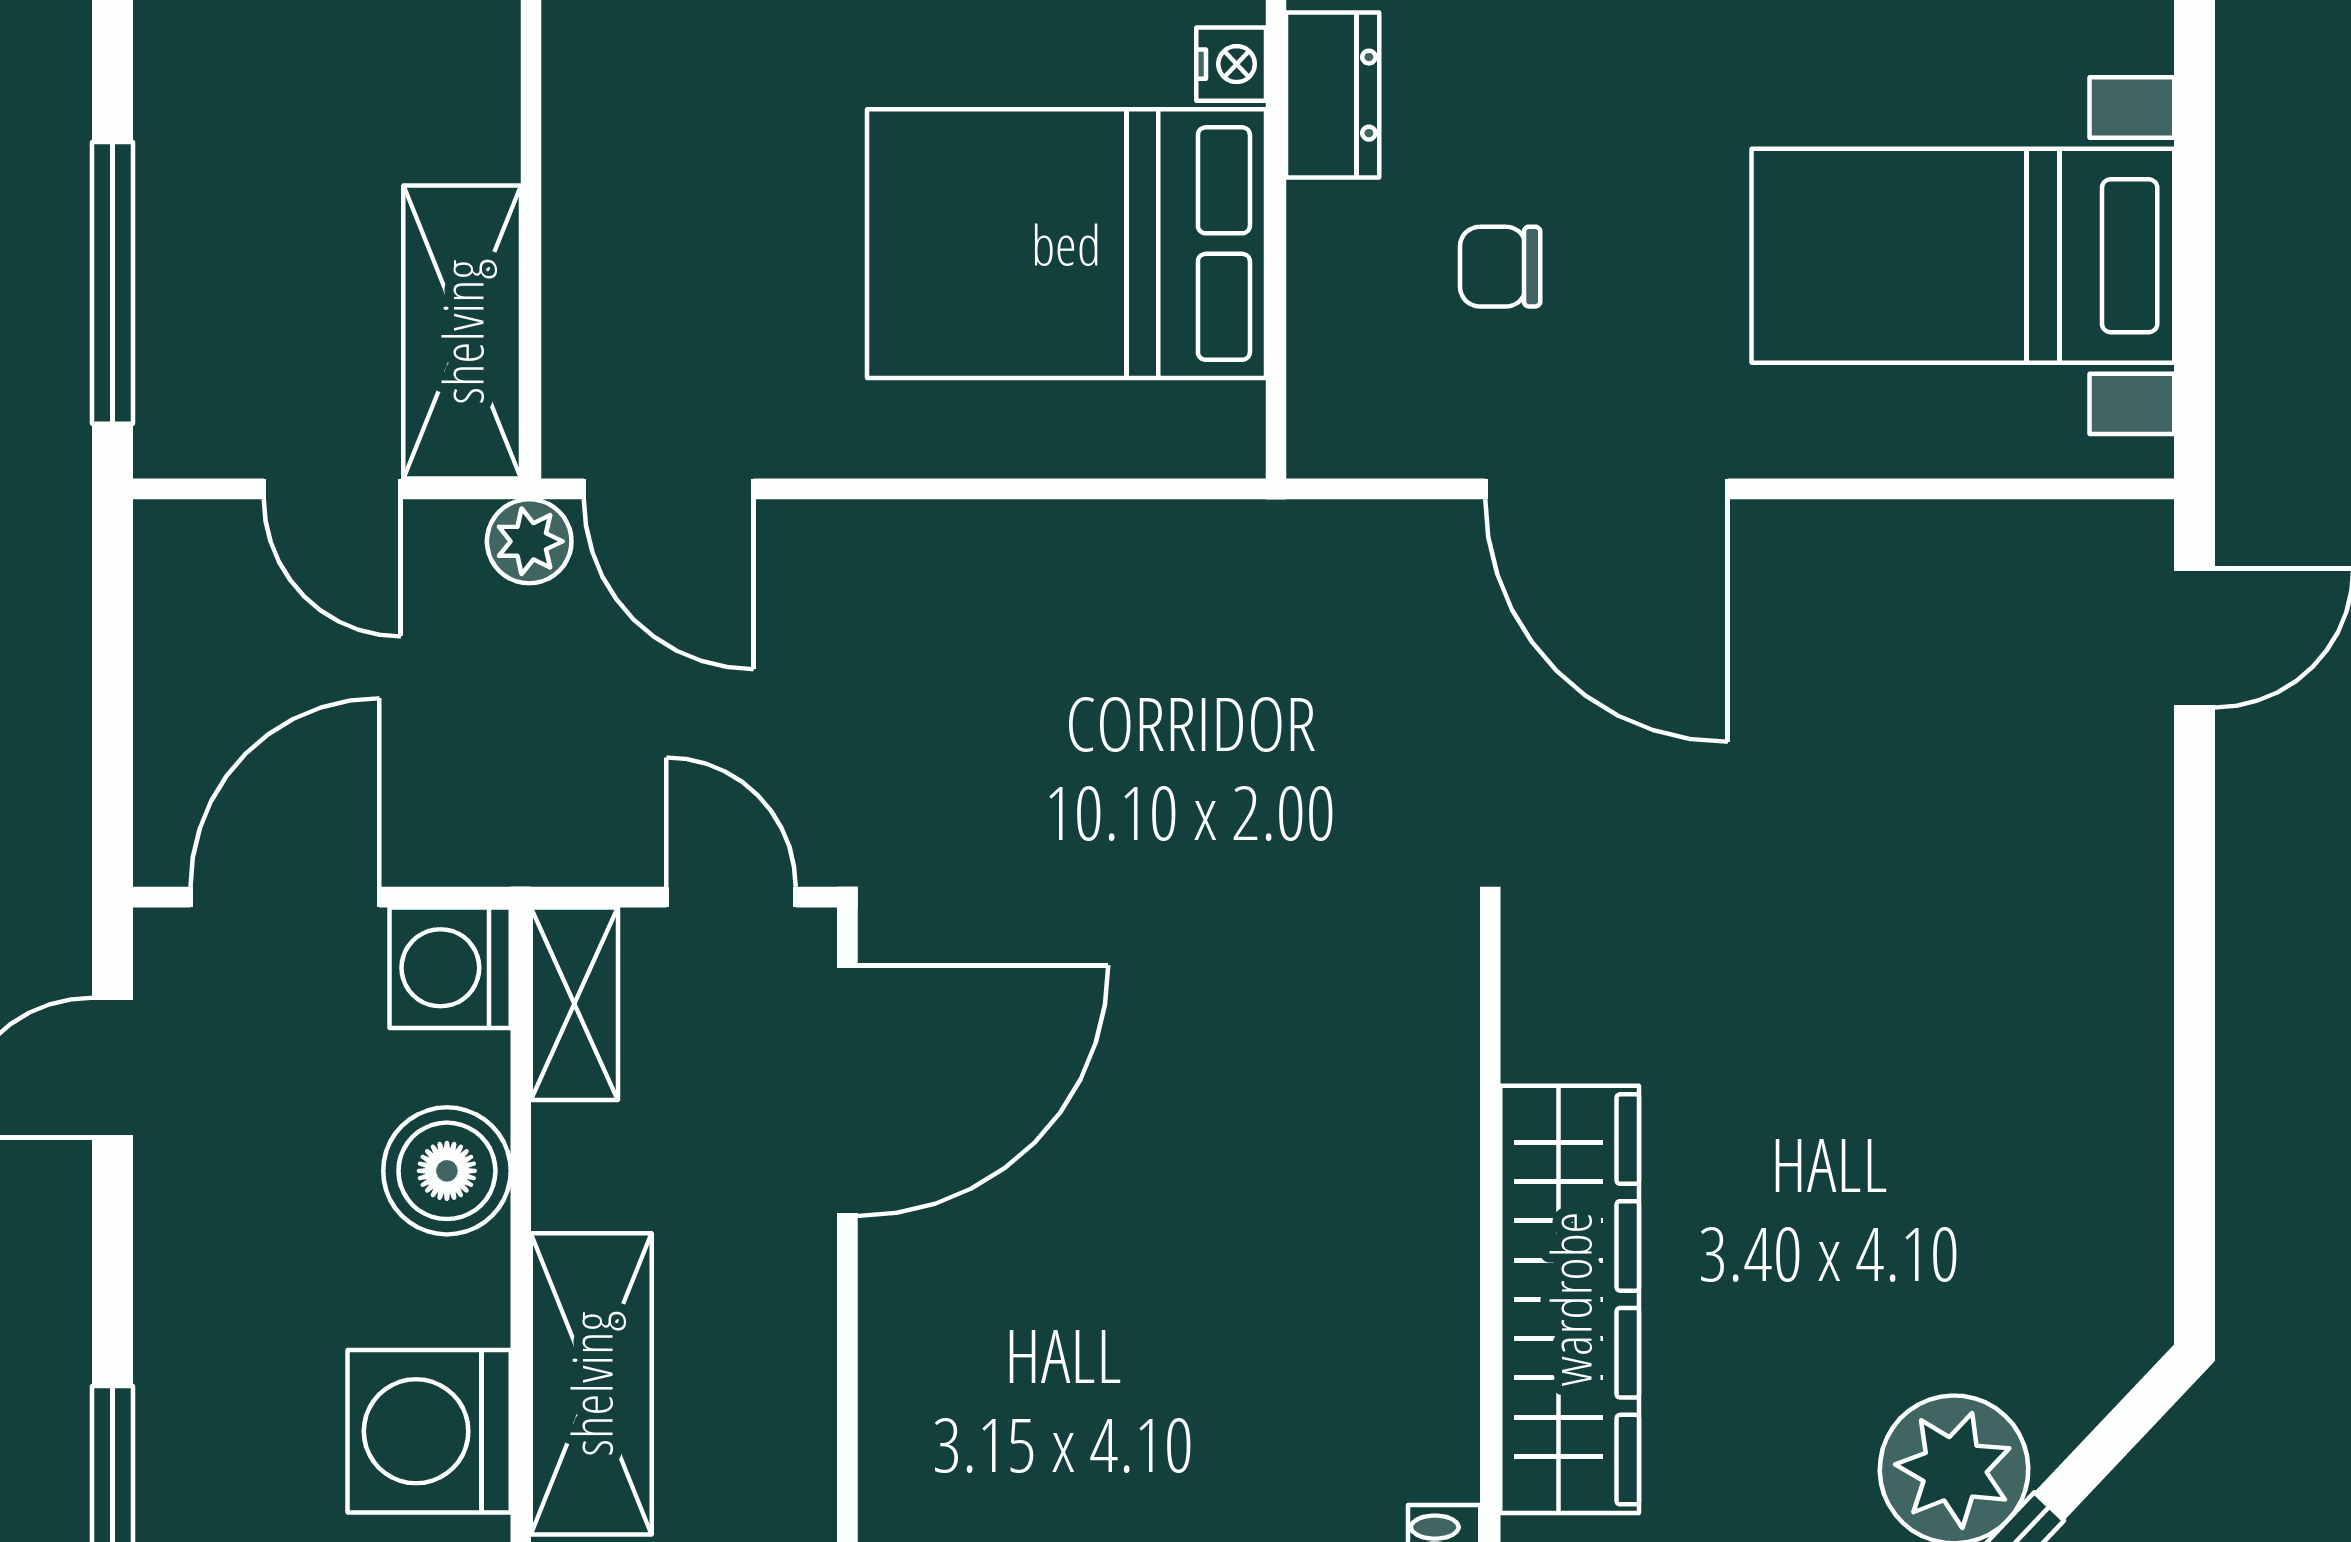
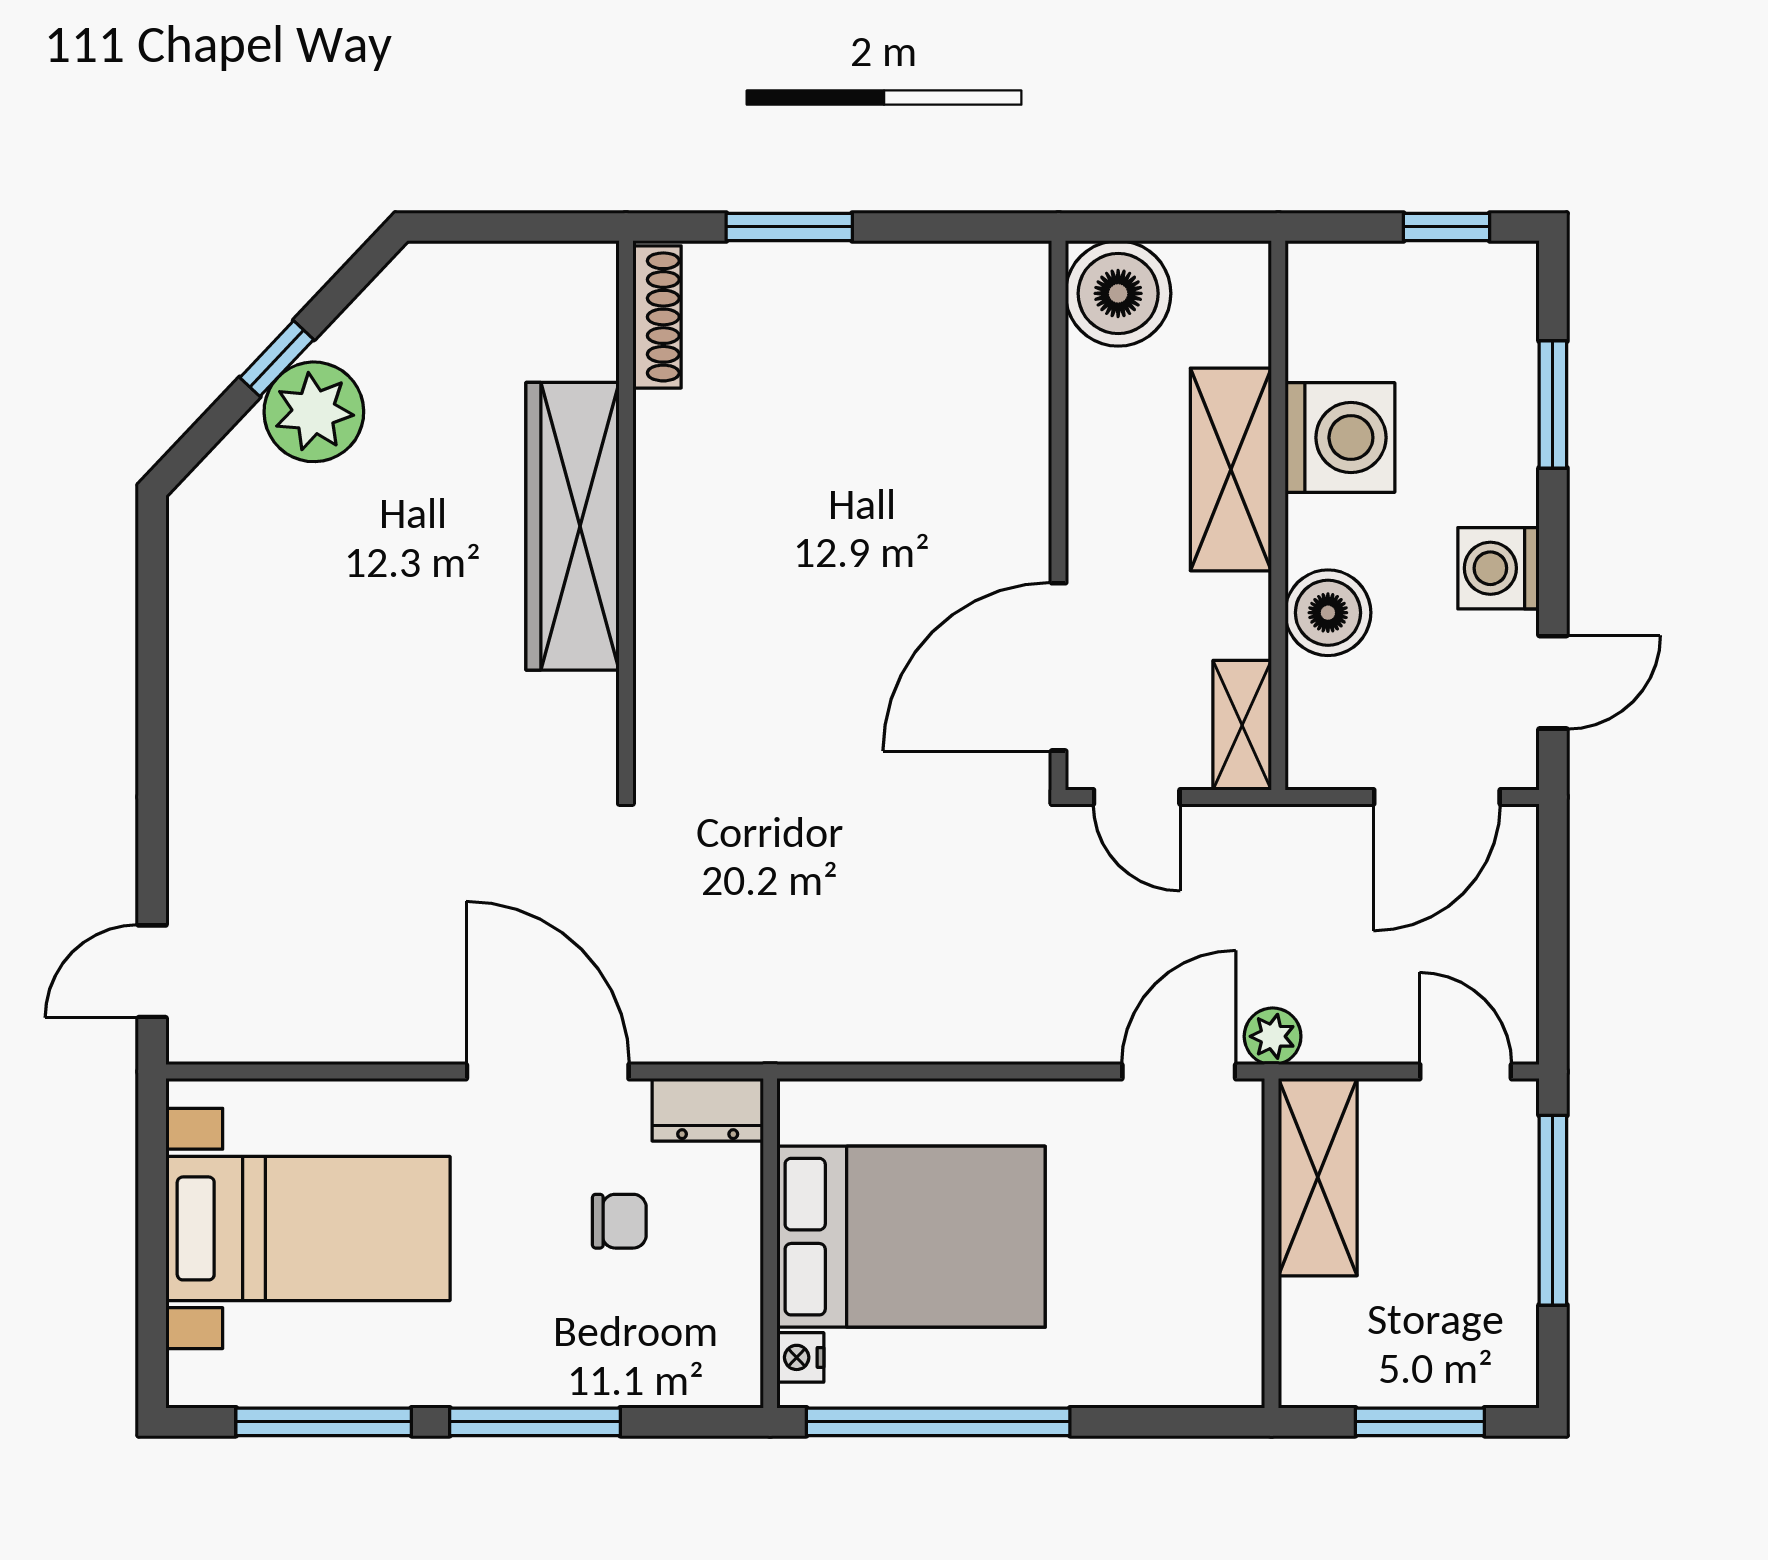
dresser: (1333, 95) -> (708, 1110), moved, turned -90
door: (332, 489) -> (1466, 1072), moved
door: (669, 489) -> (1179, 1072), hinge flipped
washing machine: (450, 968) -> (1498, 568), moved, turned 180

